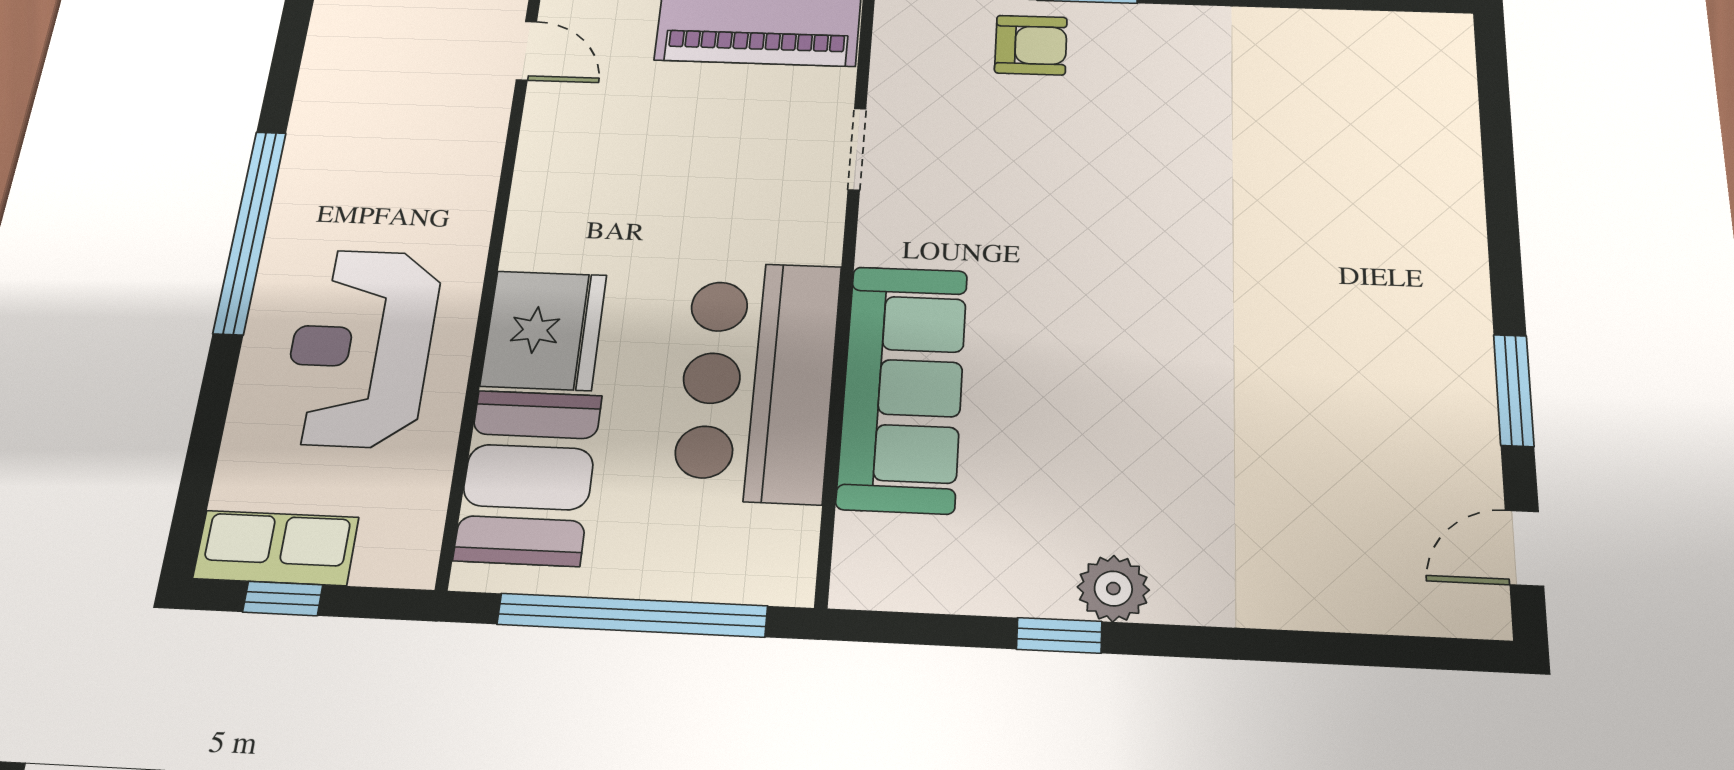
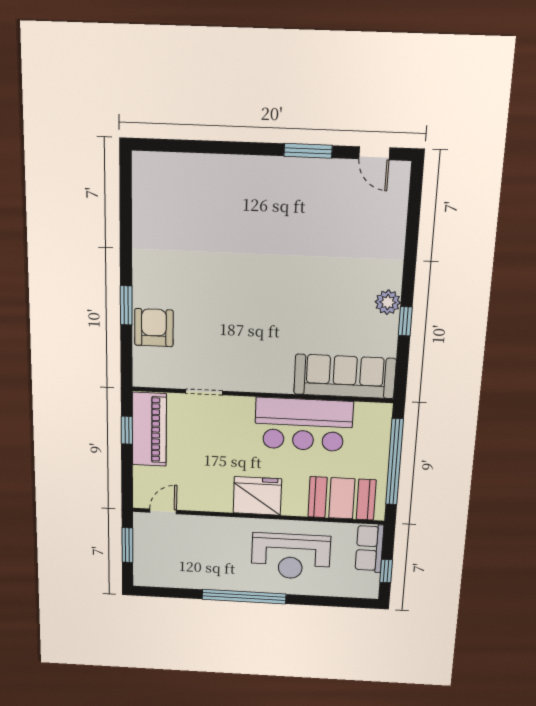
armchair: (1031, 45) -> (154, 328), width x1.38, depth x1.38
fridge: (544, 330) -> (257, 496), moved
sofa: (903, 388) -> (345, 376), moved
row of seats: (276, 548) -> (369, 548), moved

